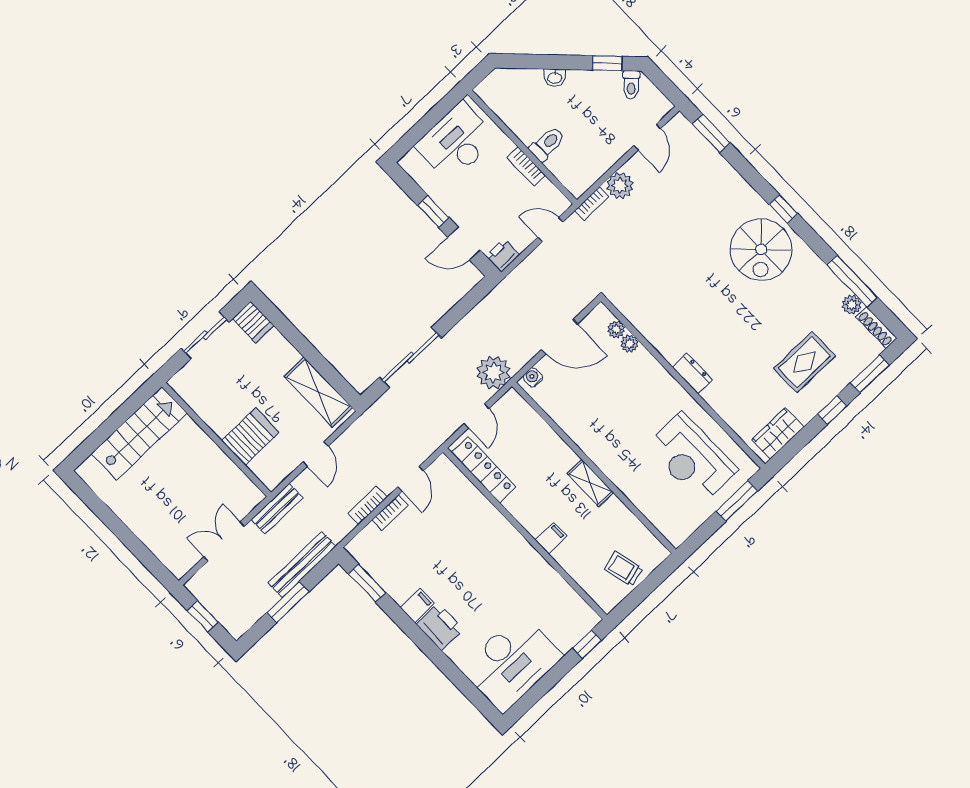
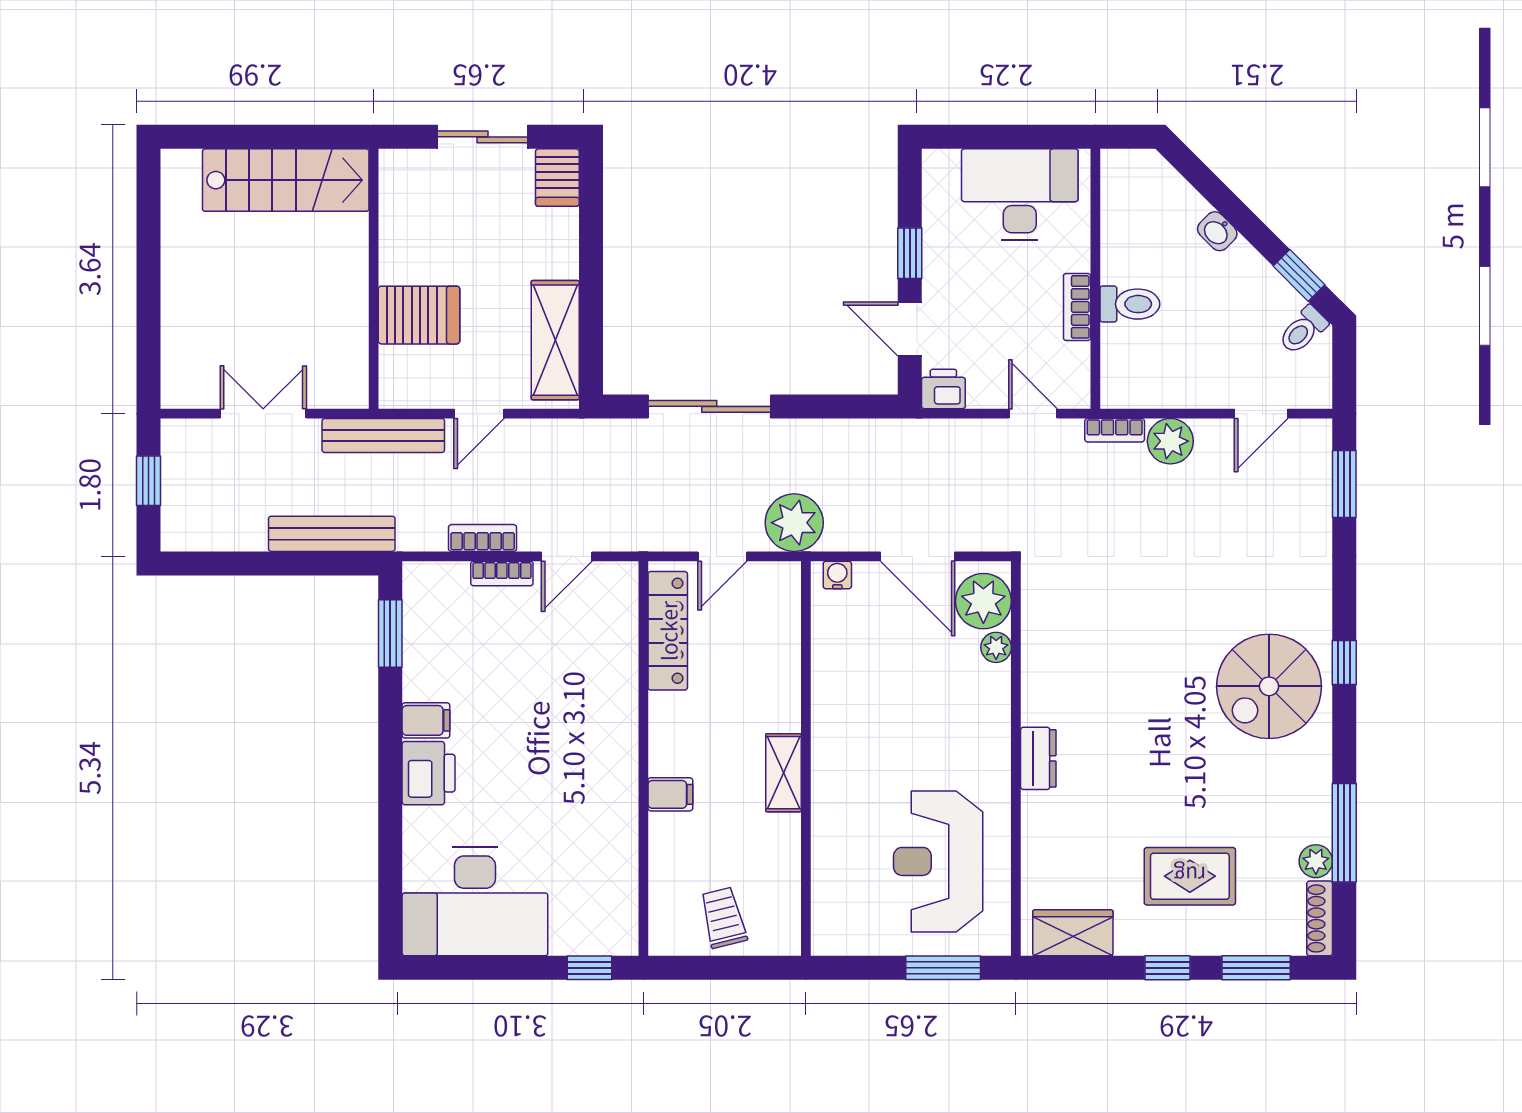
plant: (616, 329) -> (983, 601), width x1.87, depth x1.87
bench: (277, 509) -> (383, 435), width x1.36
window: (288, 602) -> (270, 563), removed

